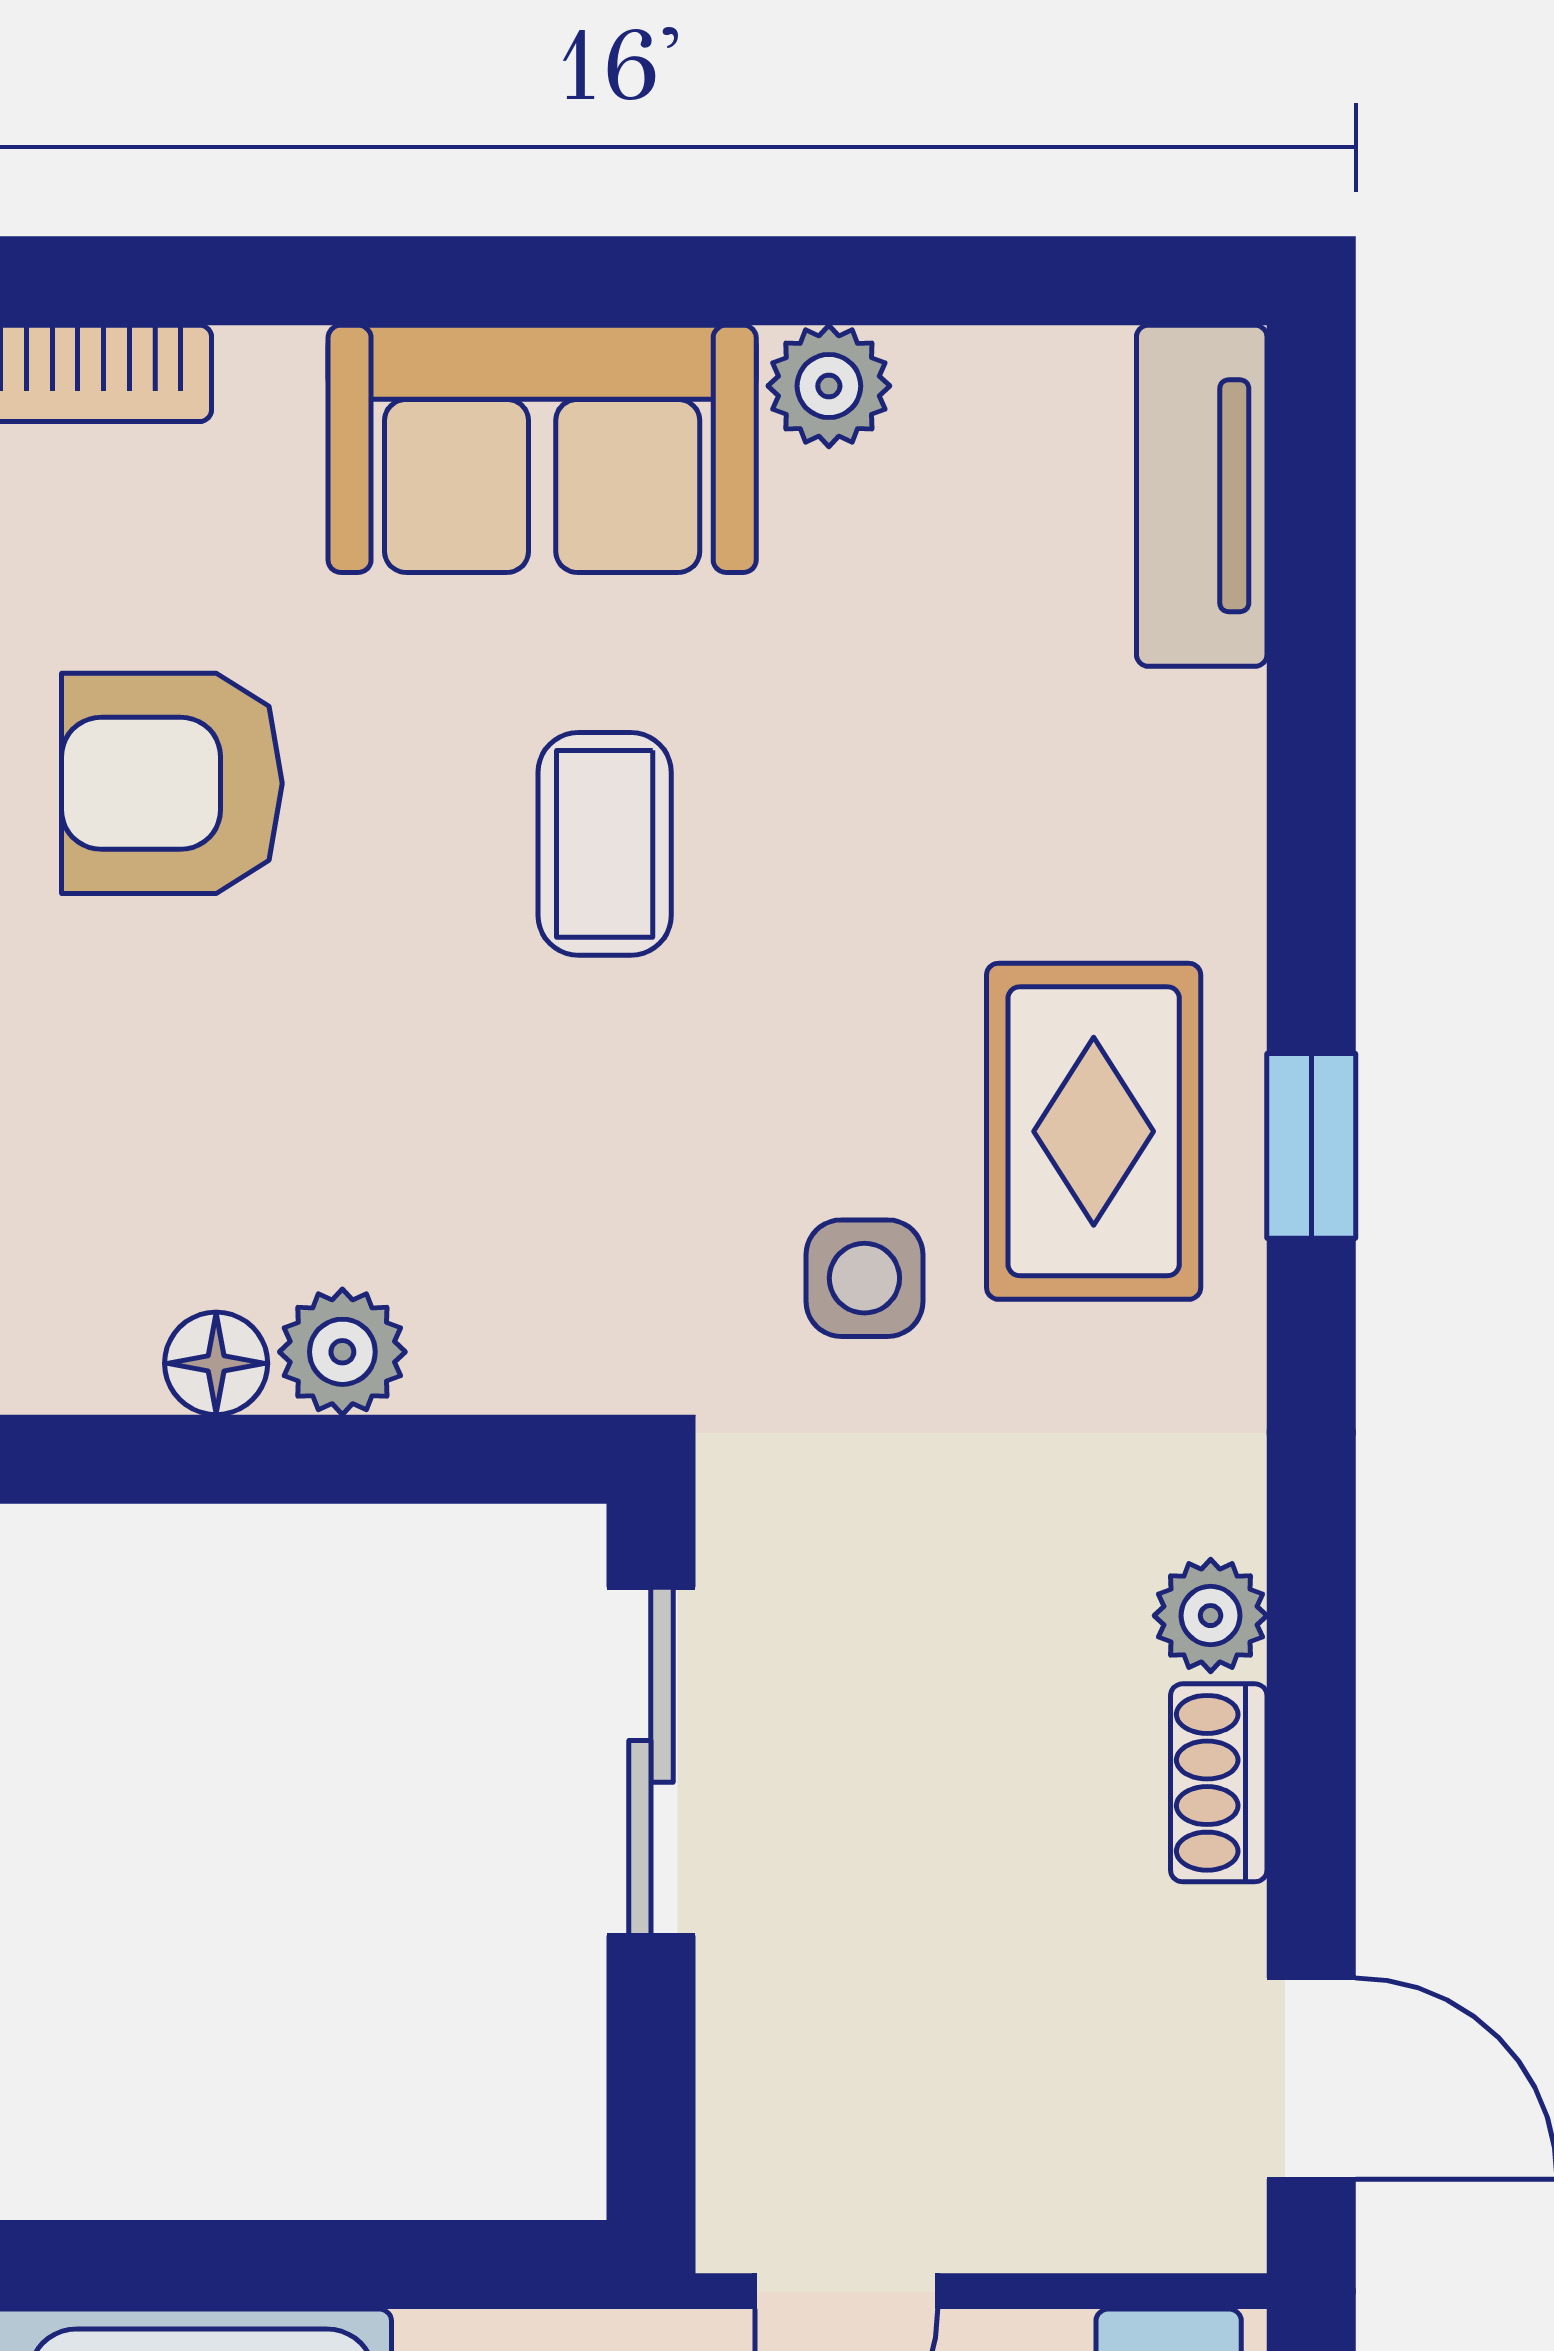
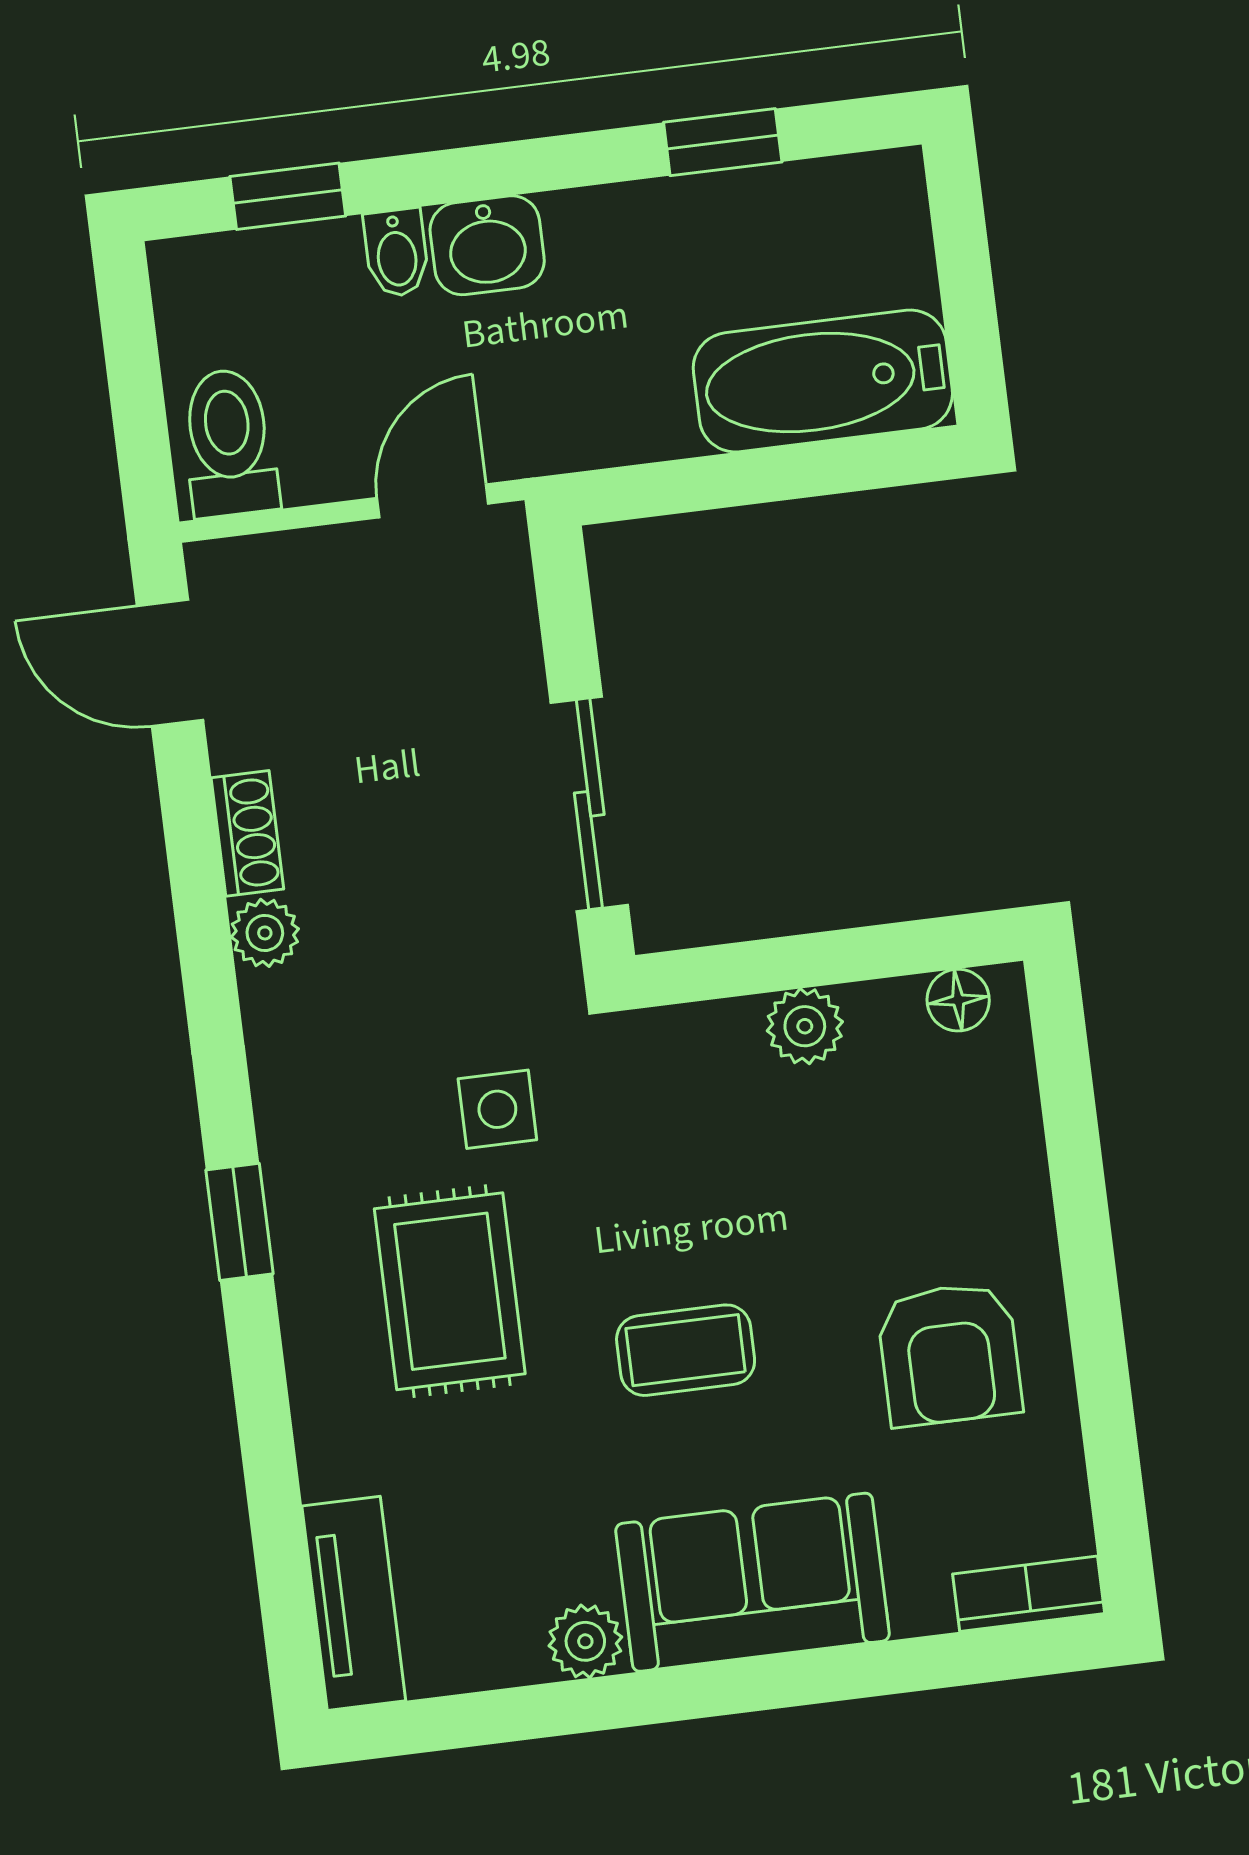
armchair: (172, 783) -> (949, 1354), turned 90
coffee table: (605, 844) -> (686, 1350), turned 90
rug: (1094, 1131) -> (450, 1291), moved
floor lamp: (216, 1363) -> (958, 1000), moved

